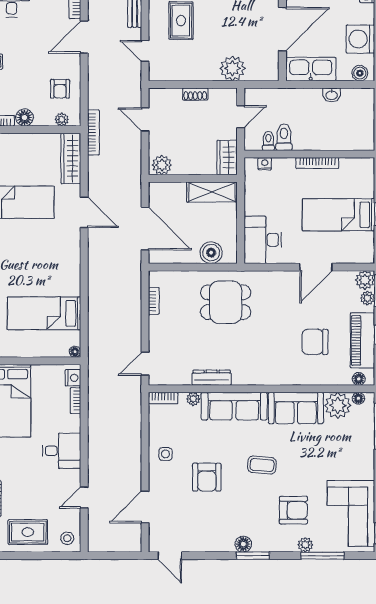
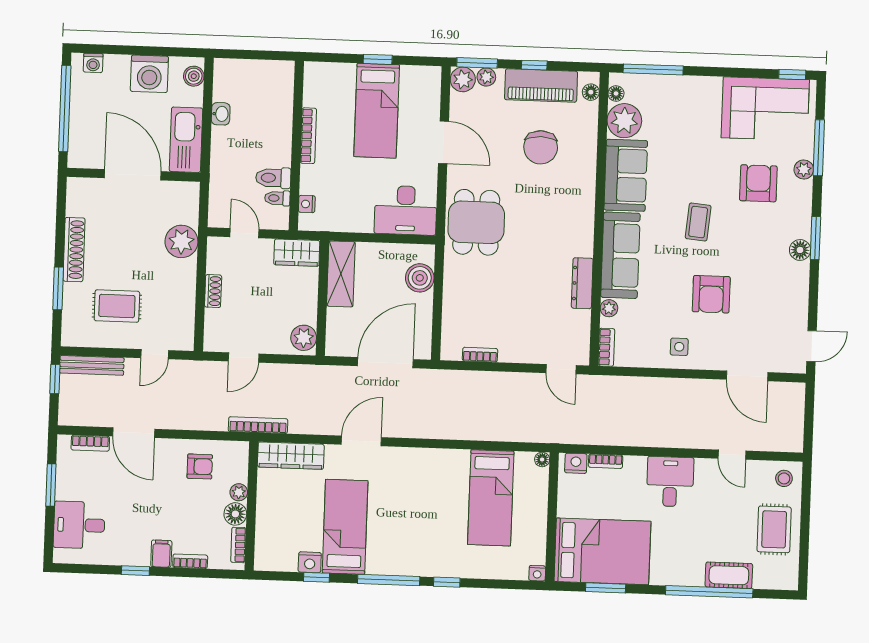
plant: (62, 119) -> (239, 492), moved
dining table: (226, 302) -> (476, 222), moved
armchair: (207, 477) -> (711, 294), turned 90

